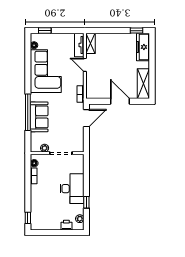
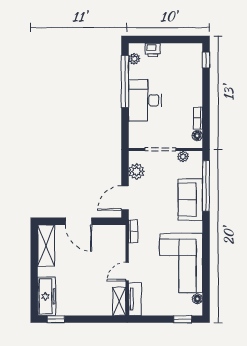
door: (85, 65) -> (127, 272), swing flipped
window: (28, 112) -> (206, 186), moved
plant: (78, 137) -> (136, 171), added
window: (86, 202) -> (125, 81), width x3.17

